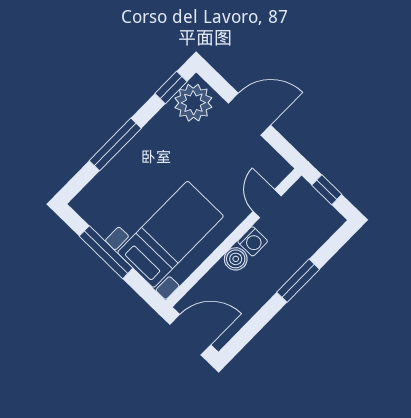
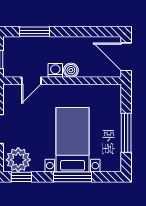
bed with nightstands: (170, 234) -> (73, 140), moved, turned 90
window: (298, 281) -> (35, 32), moved

